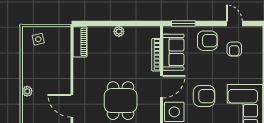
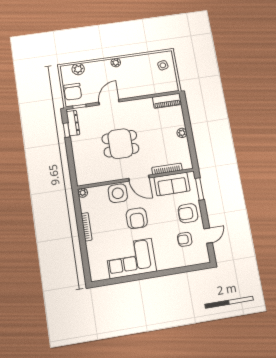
armchair: (207, 41) -> (188, 213), turned 90

